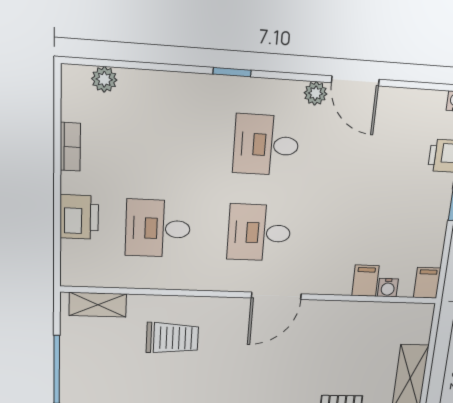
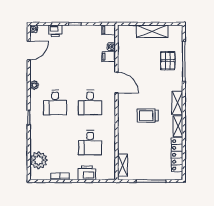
plant: (104, 79) -> (39, 160), width x1.87, depth x1.87
door: (355, 81) -> (29, 51), moved
door: (276, 296) -> (116, 83), moved
trolley: (172, 338) -> (148, 116), moved, turned -90

